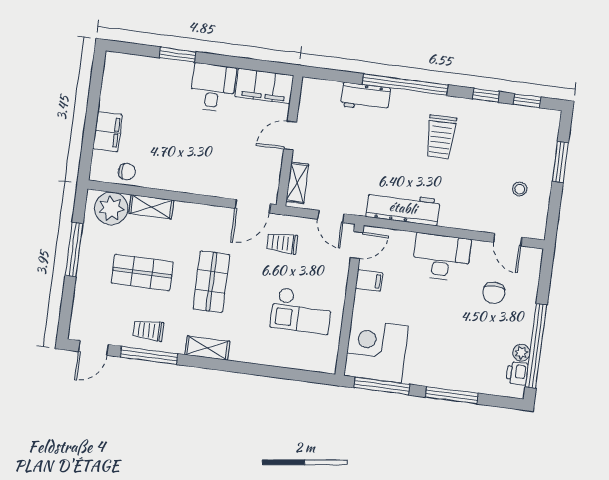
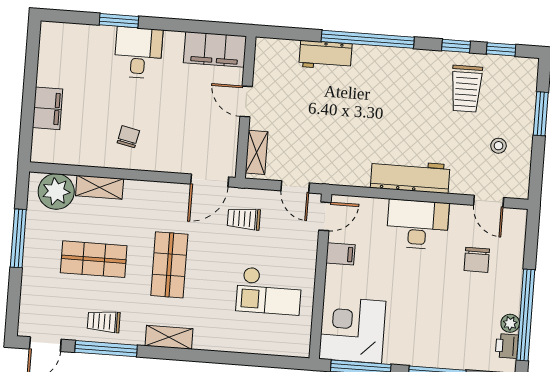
desk: (213, 88) -> (138, 53), moved
door: (290, 136) -> (246, 102), hinge flipped
trolley: (441, 137) -> (466, 89), moved
chair: (127, 172) -> (128, 137), moved, turned -78
workbench: (403, 208) -> (410, 176), moved

